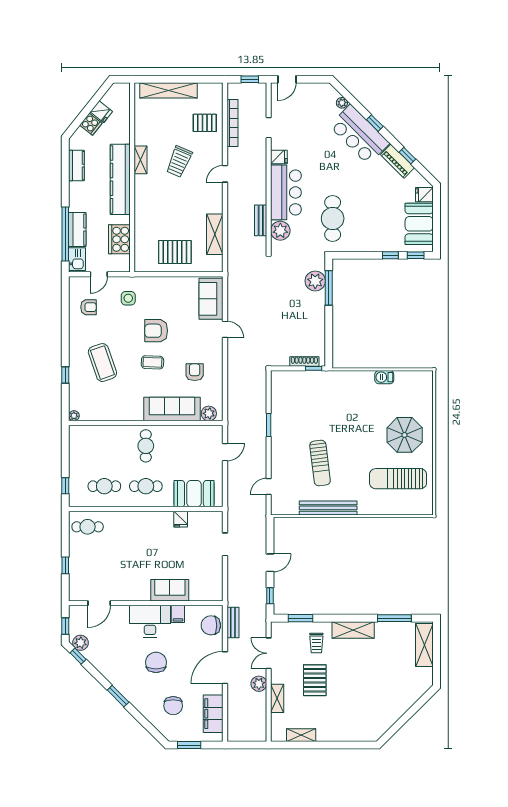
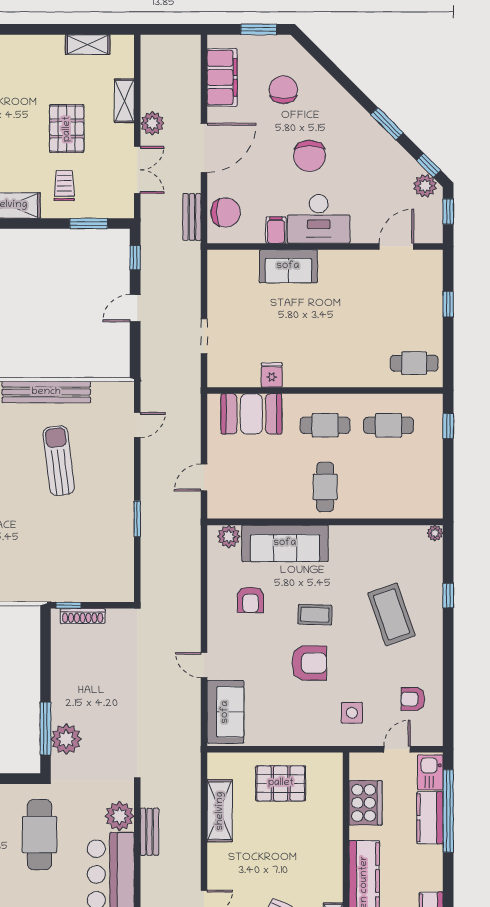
window: (118, 696) -> (387, 124), moved

